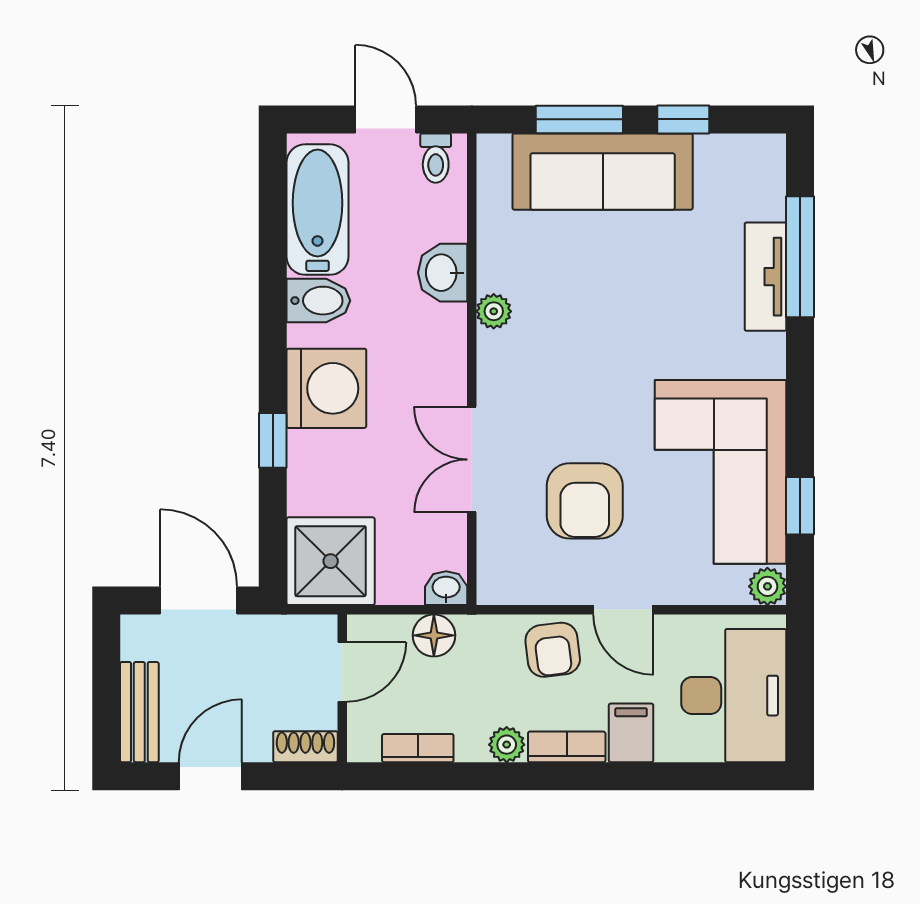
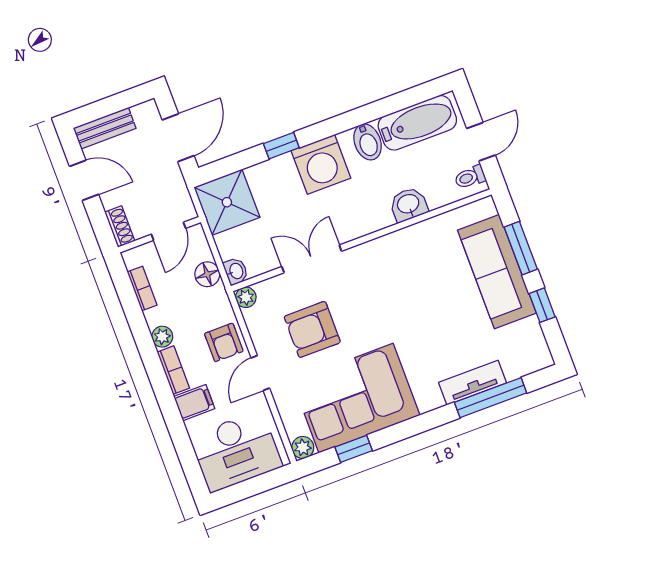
plant: (494, 311) -> (246, 297), moved
armchair: (553, 650) -> (224, 342), turned -83
door: (342, 672) -> (168, 231), hinge flipped

